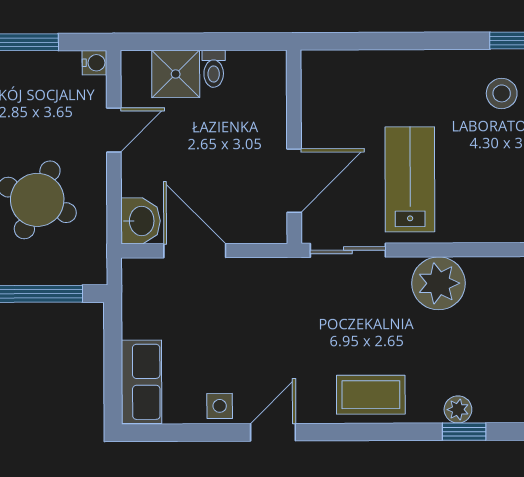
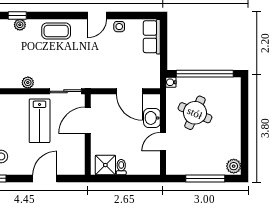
door: (397, 41) -> (45, 178), added
water cooler: (95, 63) -> (171, 82), moved
shower: (176, 74) -> (105, 165), moved
washbasin: (141, 221) -> (152, 118), moved
plant: (438, 283) -> (28, 83), width x0.53, depth x0.53

